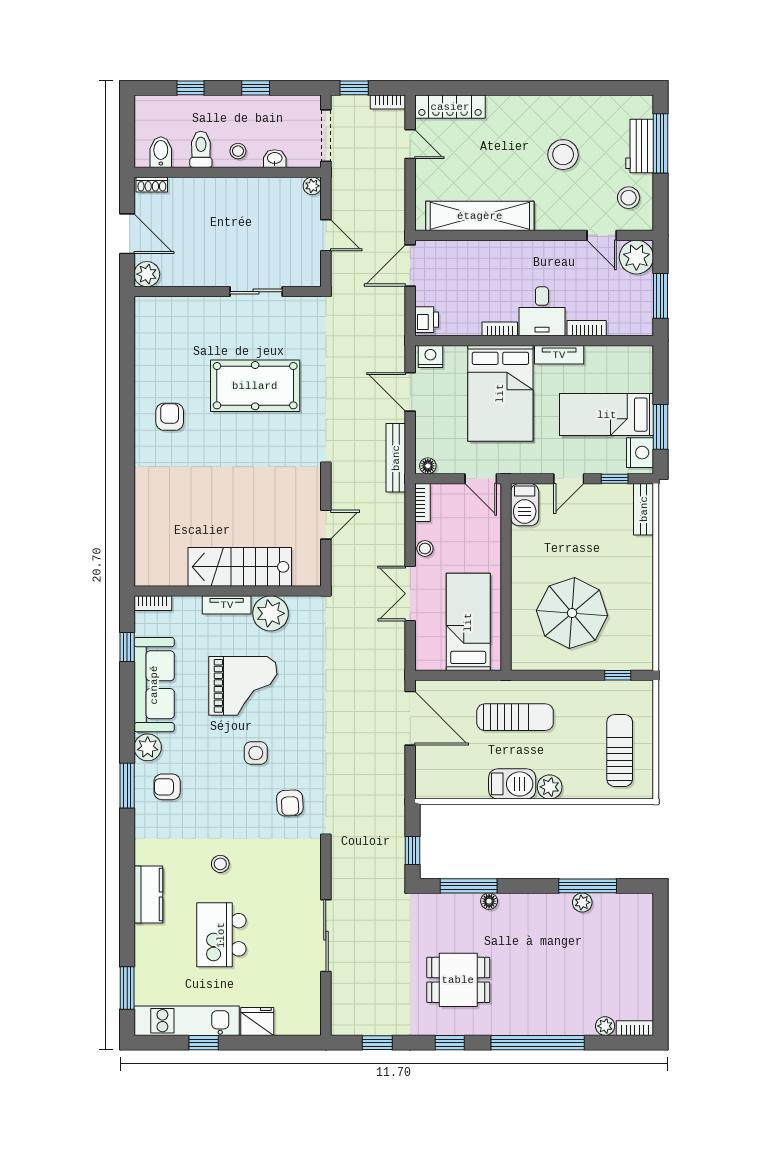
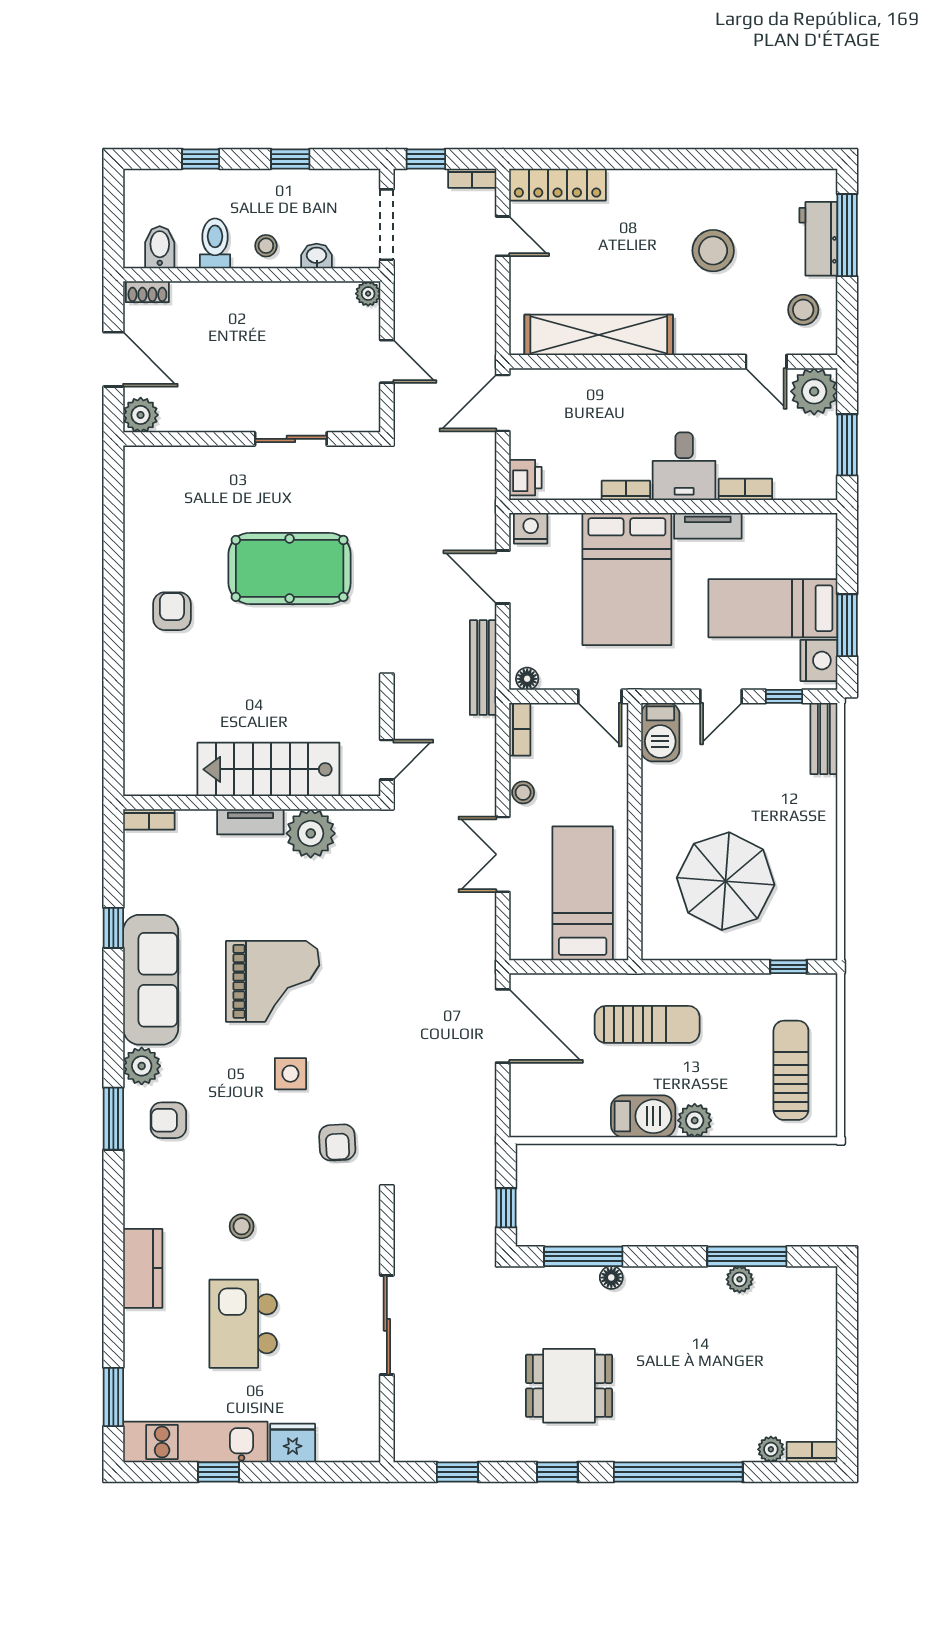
stairs: (240, 567) -> (268, 769), moved
wall: (228, 591) -> (252, 803), moved
bookcase: (153, 603) -> (149, 819), moved
tv unit: (227, 605) -> (250, 822), moved
plant: (271, 613) -> (311, 833), moved

